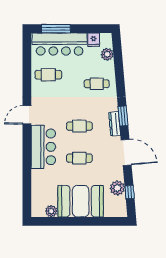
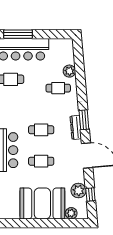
fridge: (94, 40) -> (55, 45), removed
plant: (107, 54) -> (69, 71), moved
plant: (51, 211) -> (71, 213), moved

